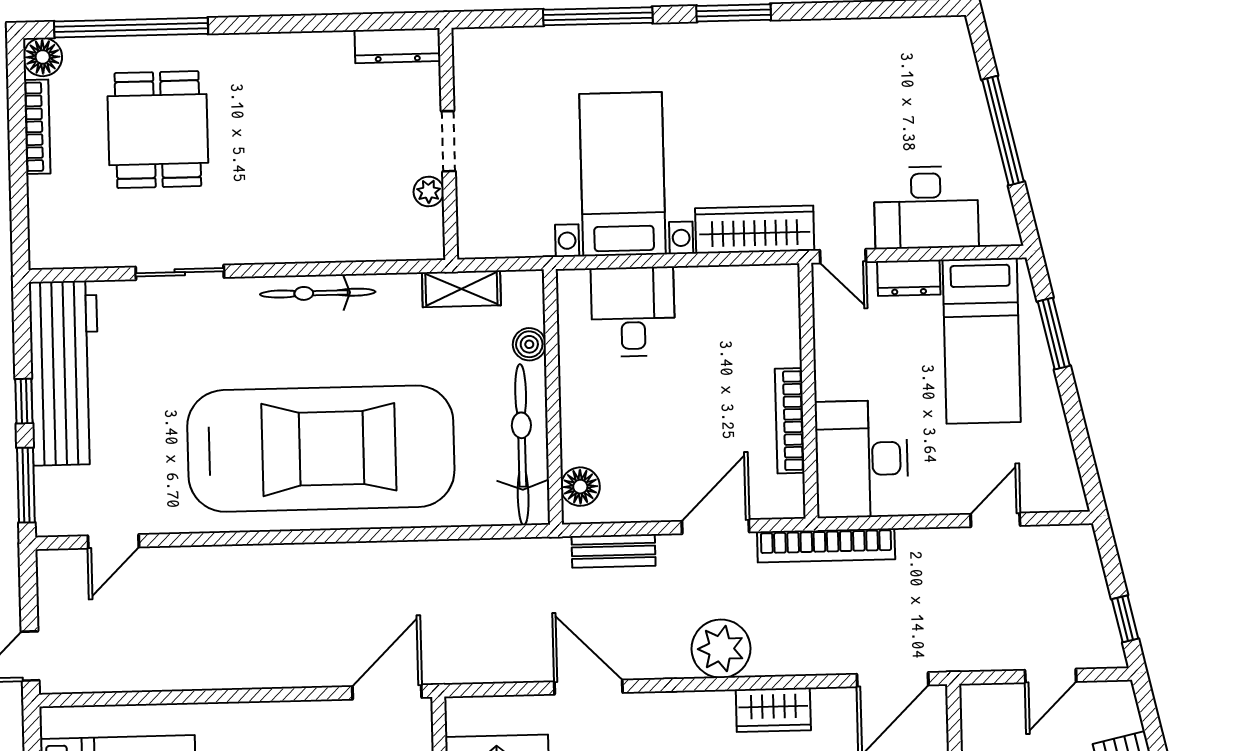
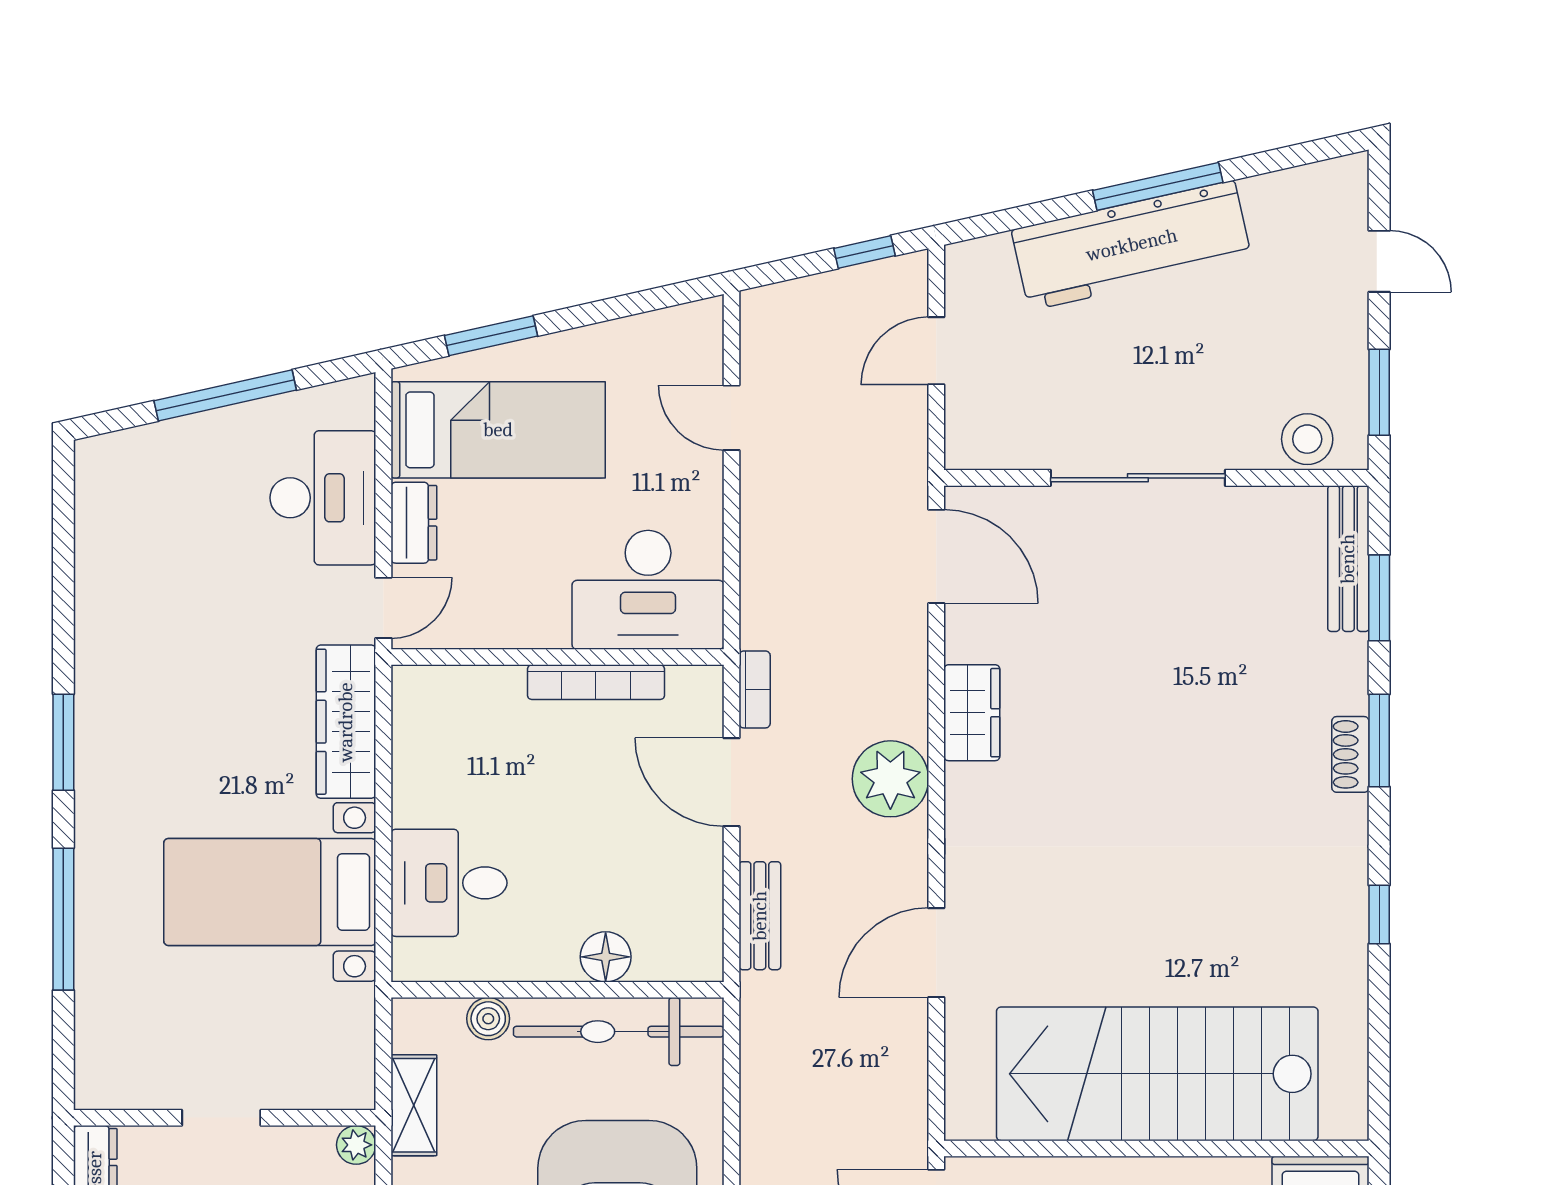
plant: (429, 192) -> (356, 1145), moved
floor lamp: (580, 487) -> (606, 957), moved
bookcase: (826, 545) -> (755, 689), width x0.43, depth x0.76
door: (1051, 676) -> (936, 351), swing flipped

